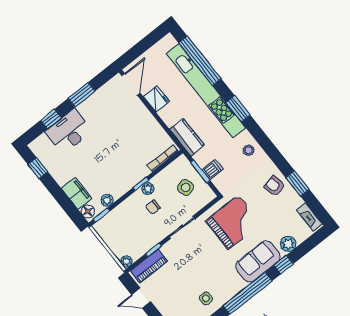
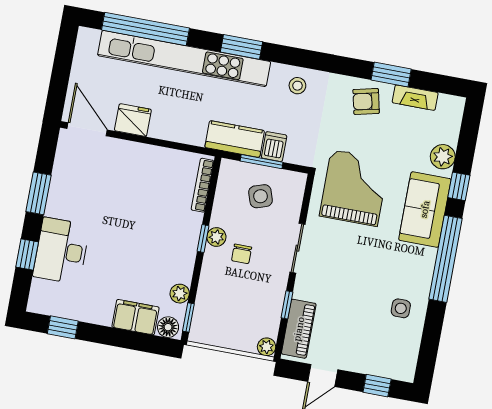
kitchen counter: (187, 137) -> (235, 139), moved
fireplace: (310, 217) -> (415, 98), moved

